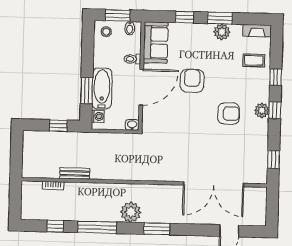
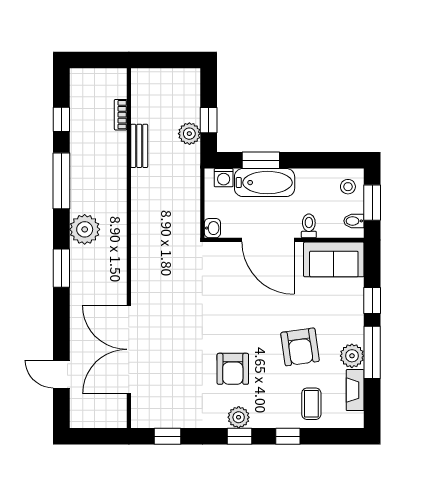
window: (220, 18) -> (372, 352), width x1.44
fireplace: (257, 31) -> (355, 390), moved
armchair: (192, 81) -> (300, 347), moved, turned 82
plant: (67, 139) -> (189, 134), added

